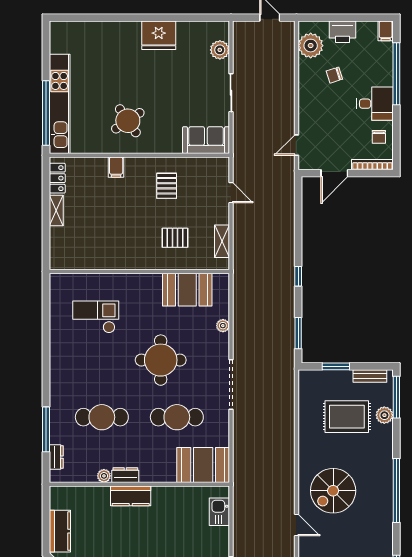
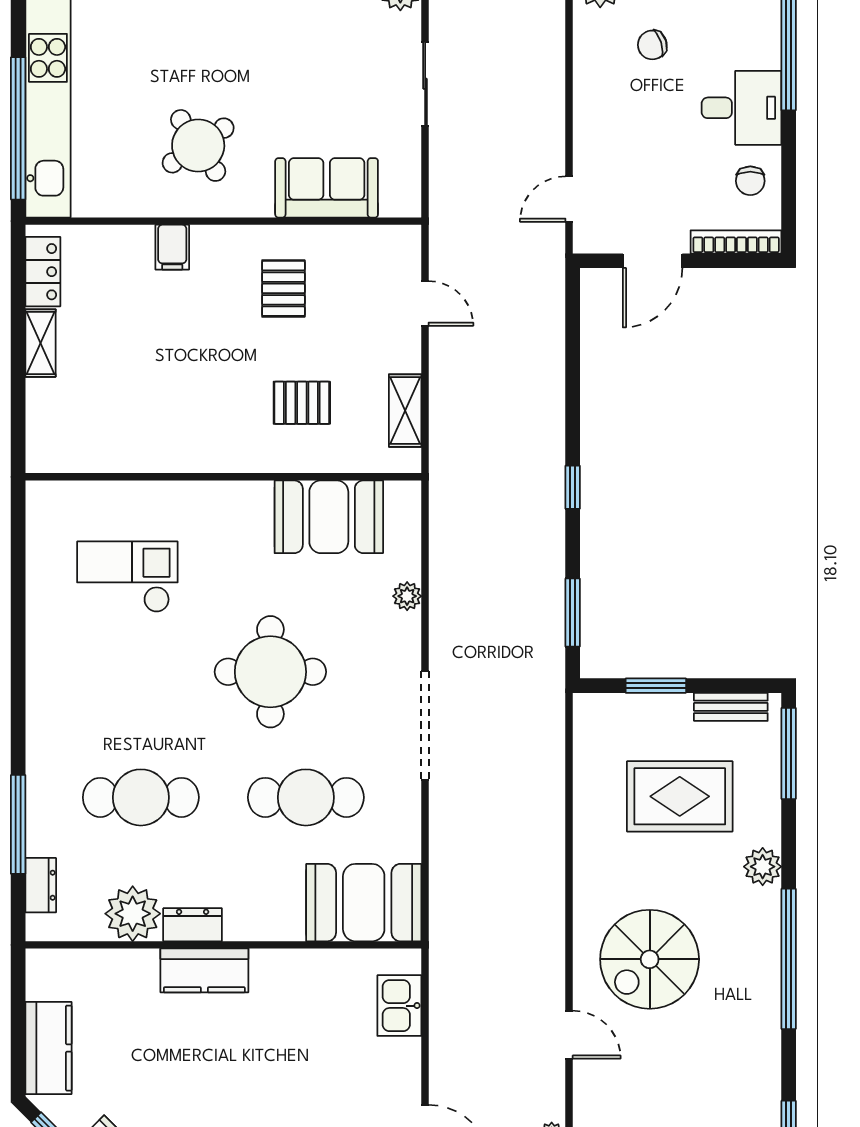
sofa: (206, 140) -> (327, 188), moved
plant: (384, 415) -> (763, 867), moved
plant: (104, 476) -> (133, 914), width x1.88, depth x1.88

